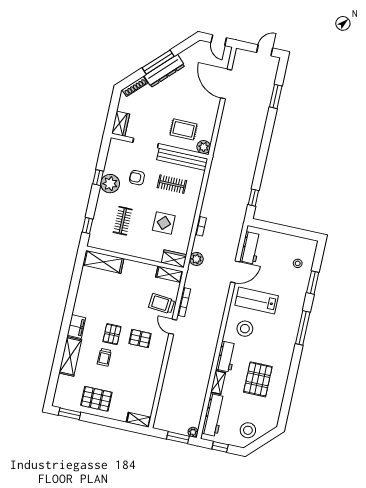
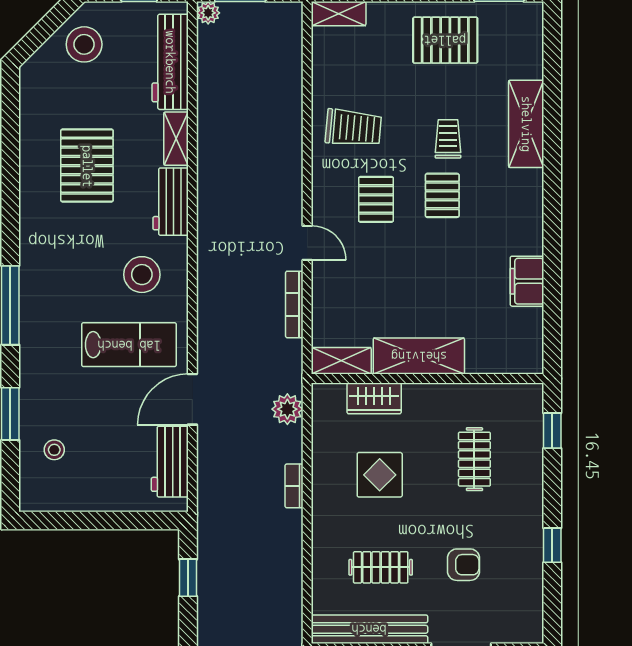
plant: (110, 184) -> (522, 538), removed
wardrobe: (174, 259) -> (374, 398), moved
shelving: (103, 262) -> (419, 356), moved
trolley: (162, 304) -> (353, 128), moved
filing cabinet: (76, 326) -> (527, 281), moved
pallet: (140, 339) -> (376, 199), turned 90

